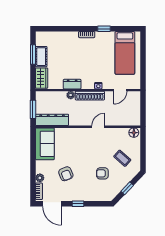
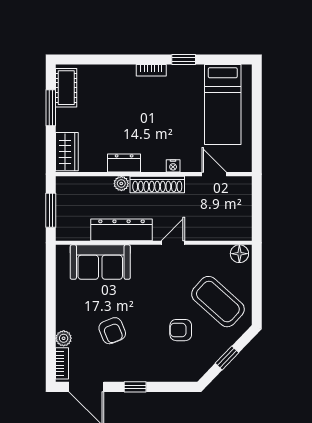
cot: (41, 57) -> (66, 88), moved
door: (120, 90) -> (214, 174), swing flipped
dresser: (52, 120) -> (122, 230), moved
sofa: (45, 144) -> (100, 262), moved, turned 90
coffee table: (122, 158) -> (218, 302), width x1.86, depth x1.72

